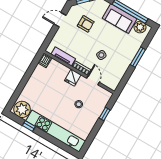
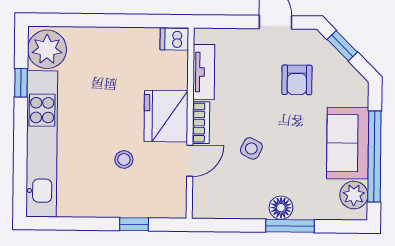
floor lamp: (129, 57) -> (281, 208), added
fridge: (73, 78) -> (166, 116), width x1.88, depth x1.34

